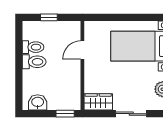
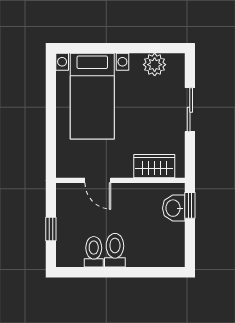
washbasin: (38, 102) -> (174, 208), moved
wardrobe: (98, 102) -> (154, 166), moved, turned 90

